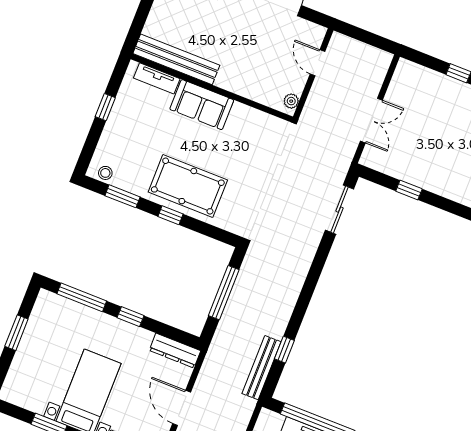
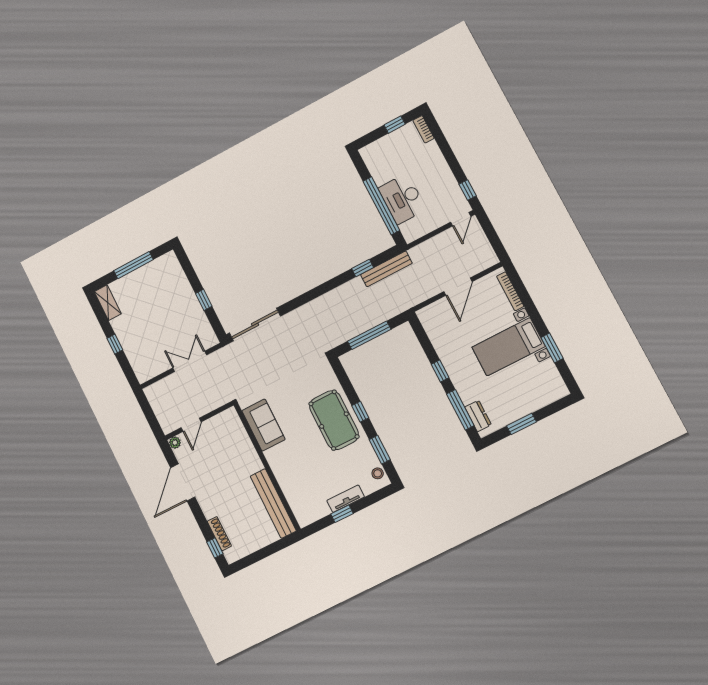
tv unit: (157, 78) -> (346, 499), moved, turned -90
plant: (291, 101) -> (175, 443), moved
sofa: (202, 105) -> (263, 425), moved
sliding door: (340, 210) -> (255, 324), width x1.37
dresser: (175, 351) -> (478, 416), moved, width x0.70

